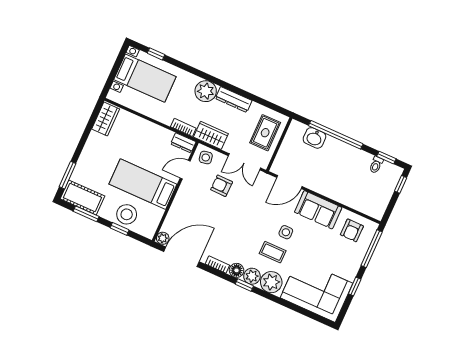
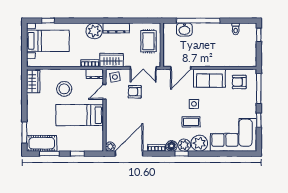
window: (386, 158) -> (241, 21), removed
stool: (127, 214) -> (64, 89), moved
armchair: (352, 230) -> (239, 82), turned 90

